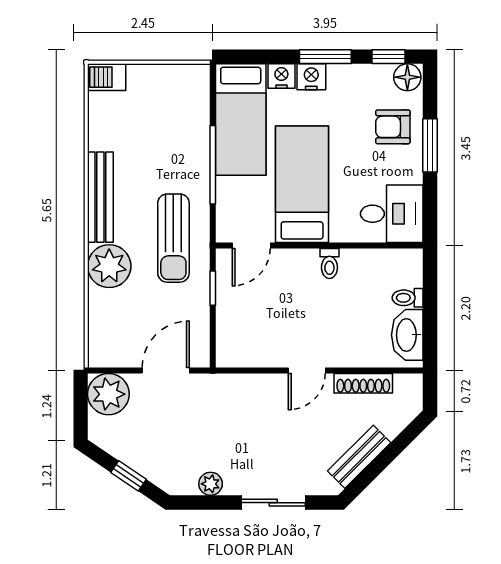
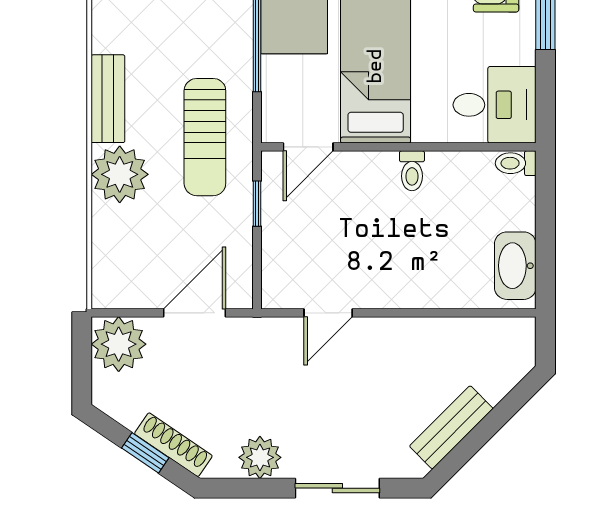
bench: (100, 197) -> (108, 99), width x0.73
toilet: (408, 298) -> (516, 163), moved
door: (307, 370) -> (328, 313), moved
shoe rack: (363, 383) -> (173, 445), moved, turned -146
plant: (211, 484) -> (260, 457), width x1.38, depth x1.38

